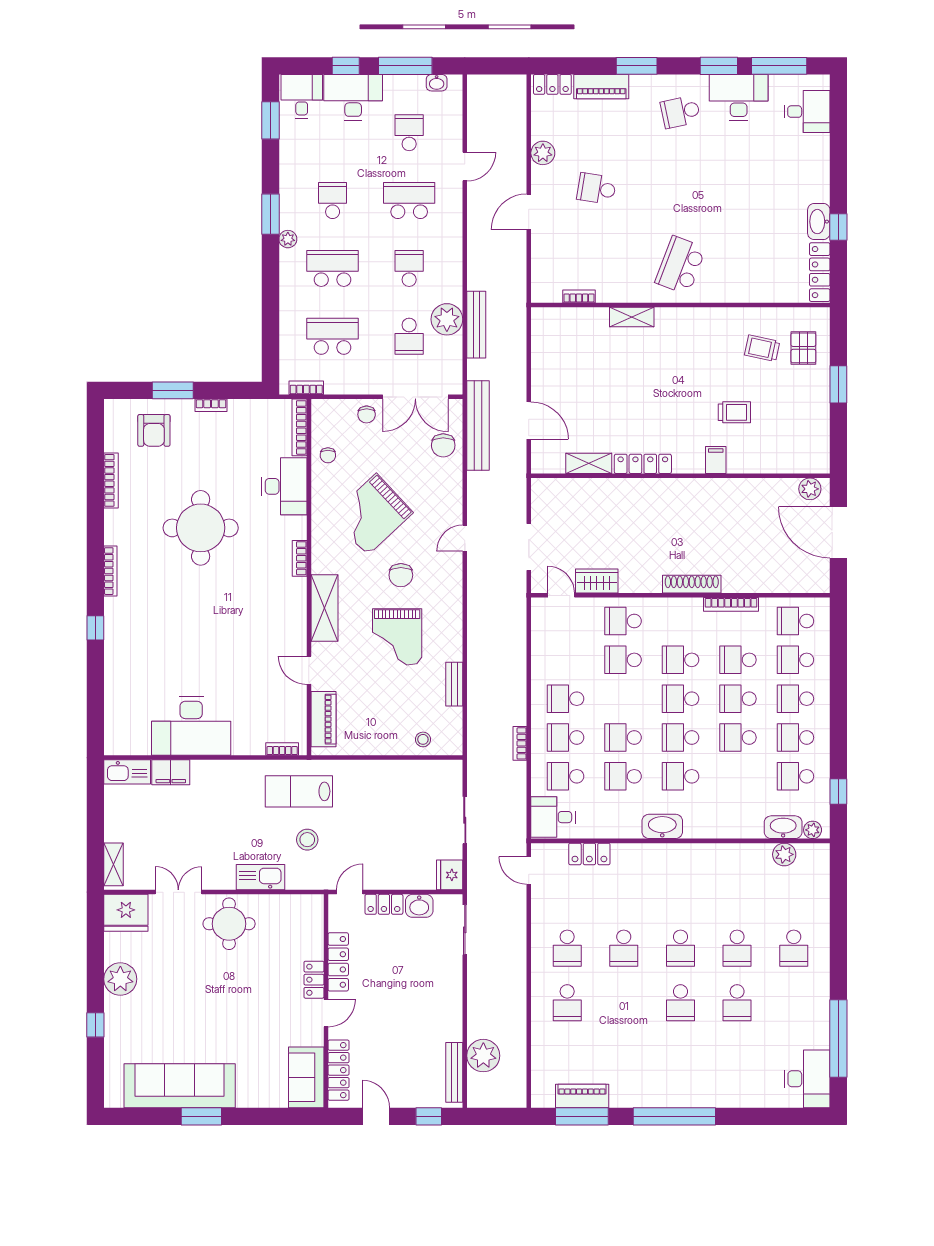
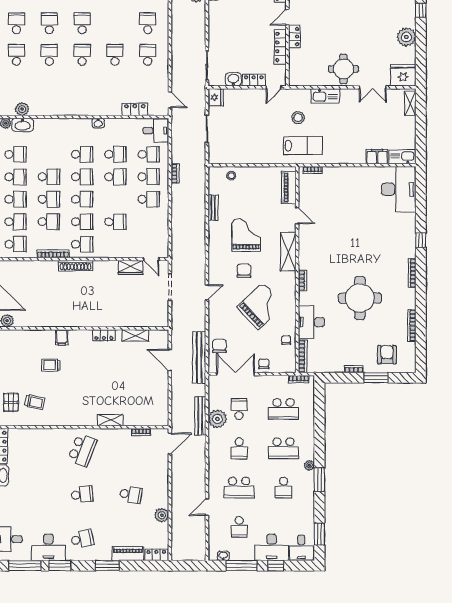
school desk: (680, 189) -> (82, 495), added
door: (529, 212) -> (170, 443), moved
locker: (643, 464) -> (104, 335), width x0.66
school desk: (623, 621) -> (82, 244), moved
desk: (191, 726) -> (399, 189), moved, turned 90
washbasin: (662, 826) -> (98, 123), width x0.52, depth x0.69
school desk: (794, 1003) -> (17, 23), added

